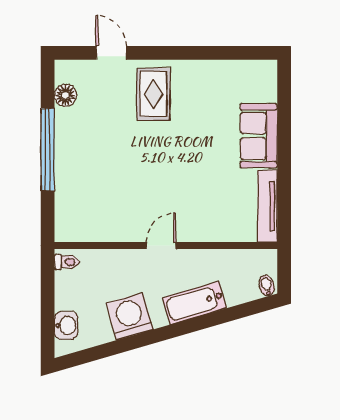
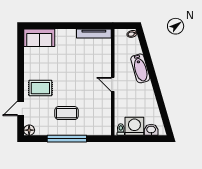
floor lamp: (65, 95) -> (29, 130), moved
sofa: (259, 136) -> (39, 38), moved
coffee table: (101, 149) -> (67, 113), added
washing machine: (130, 316) -> (134, 126), moved, turned 106

